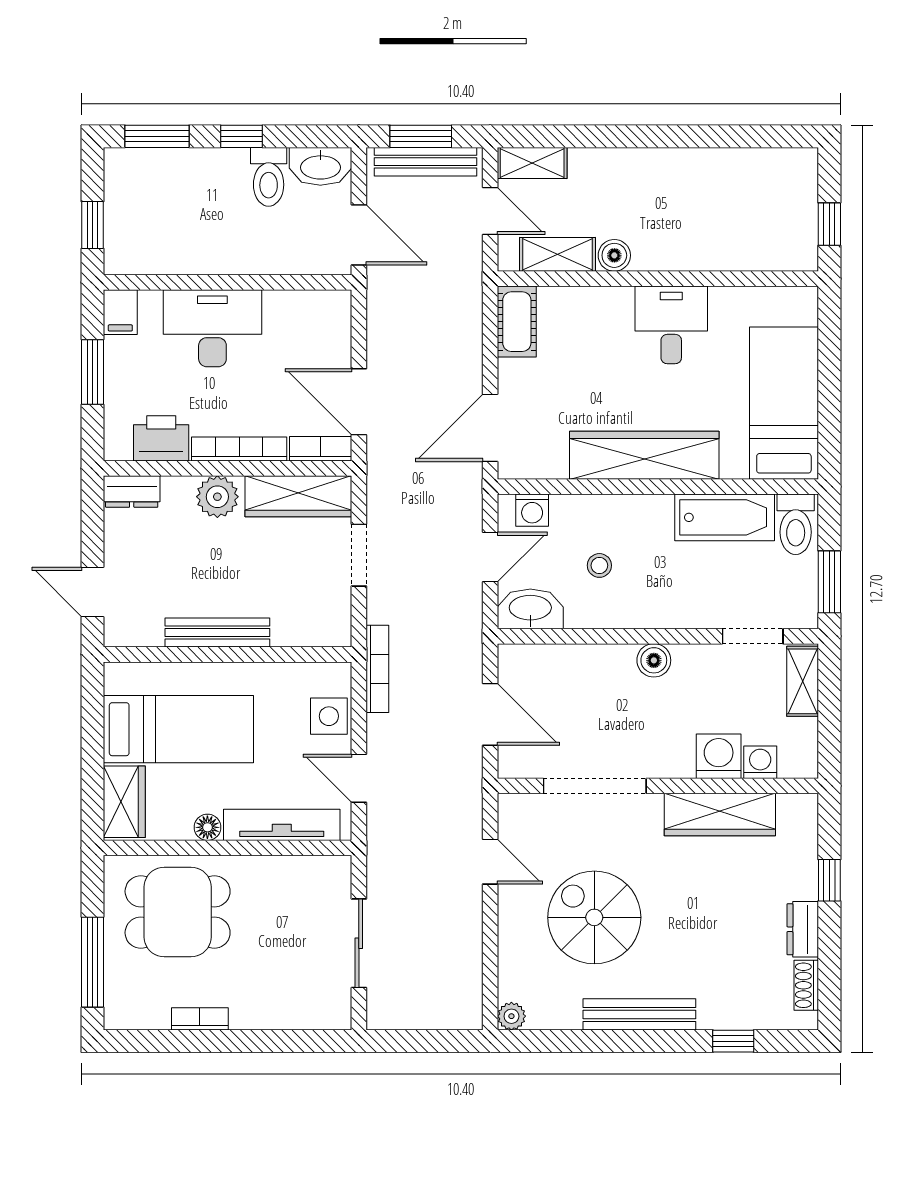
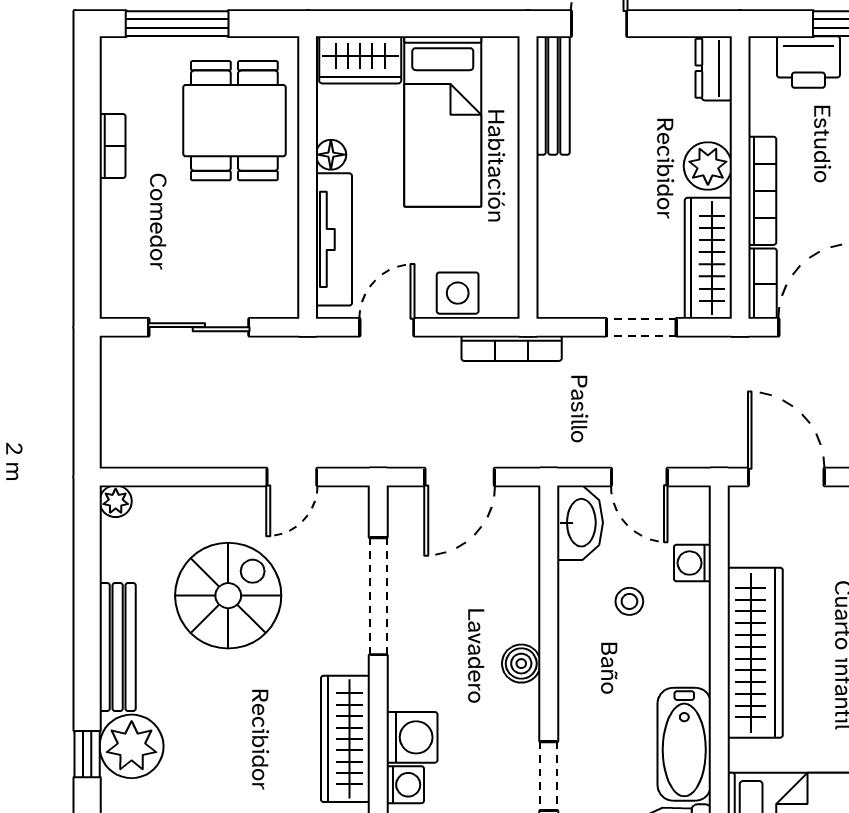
printer: (161, 438) -> (808, 62), moved, turned 90
washing machine: (532, 510) -> (693, 563), moved
bench: (217, 633) -> (553, 96), moved
plant: (727, 1002) -> (132, 746), added

